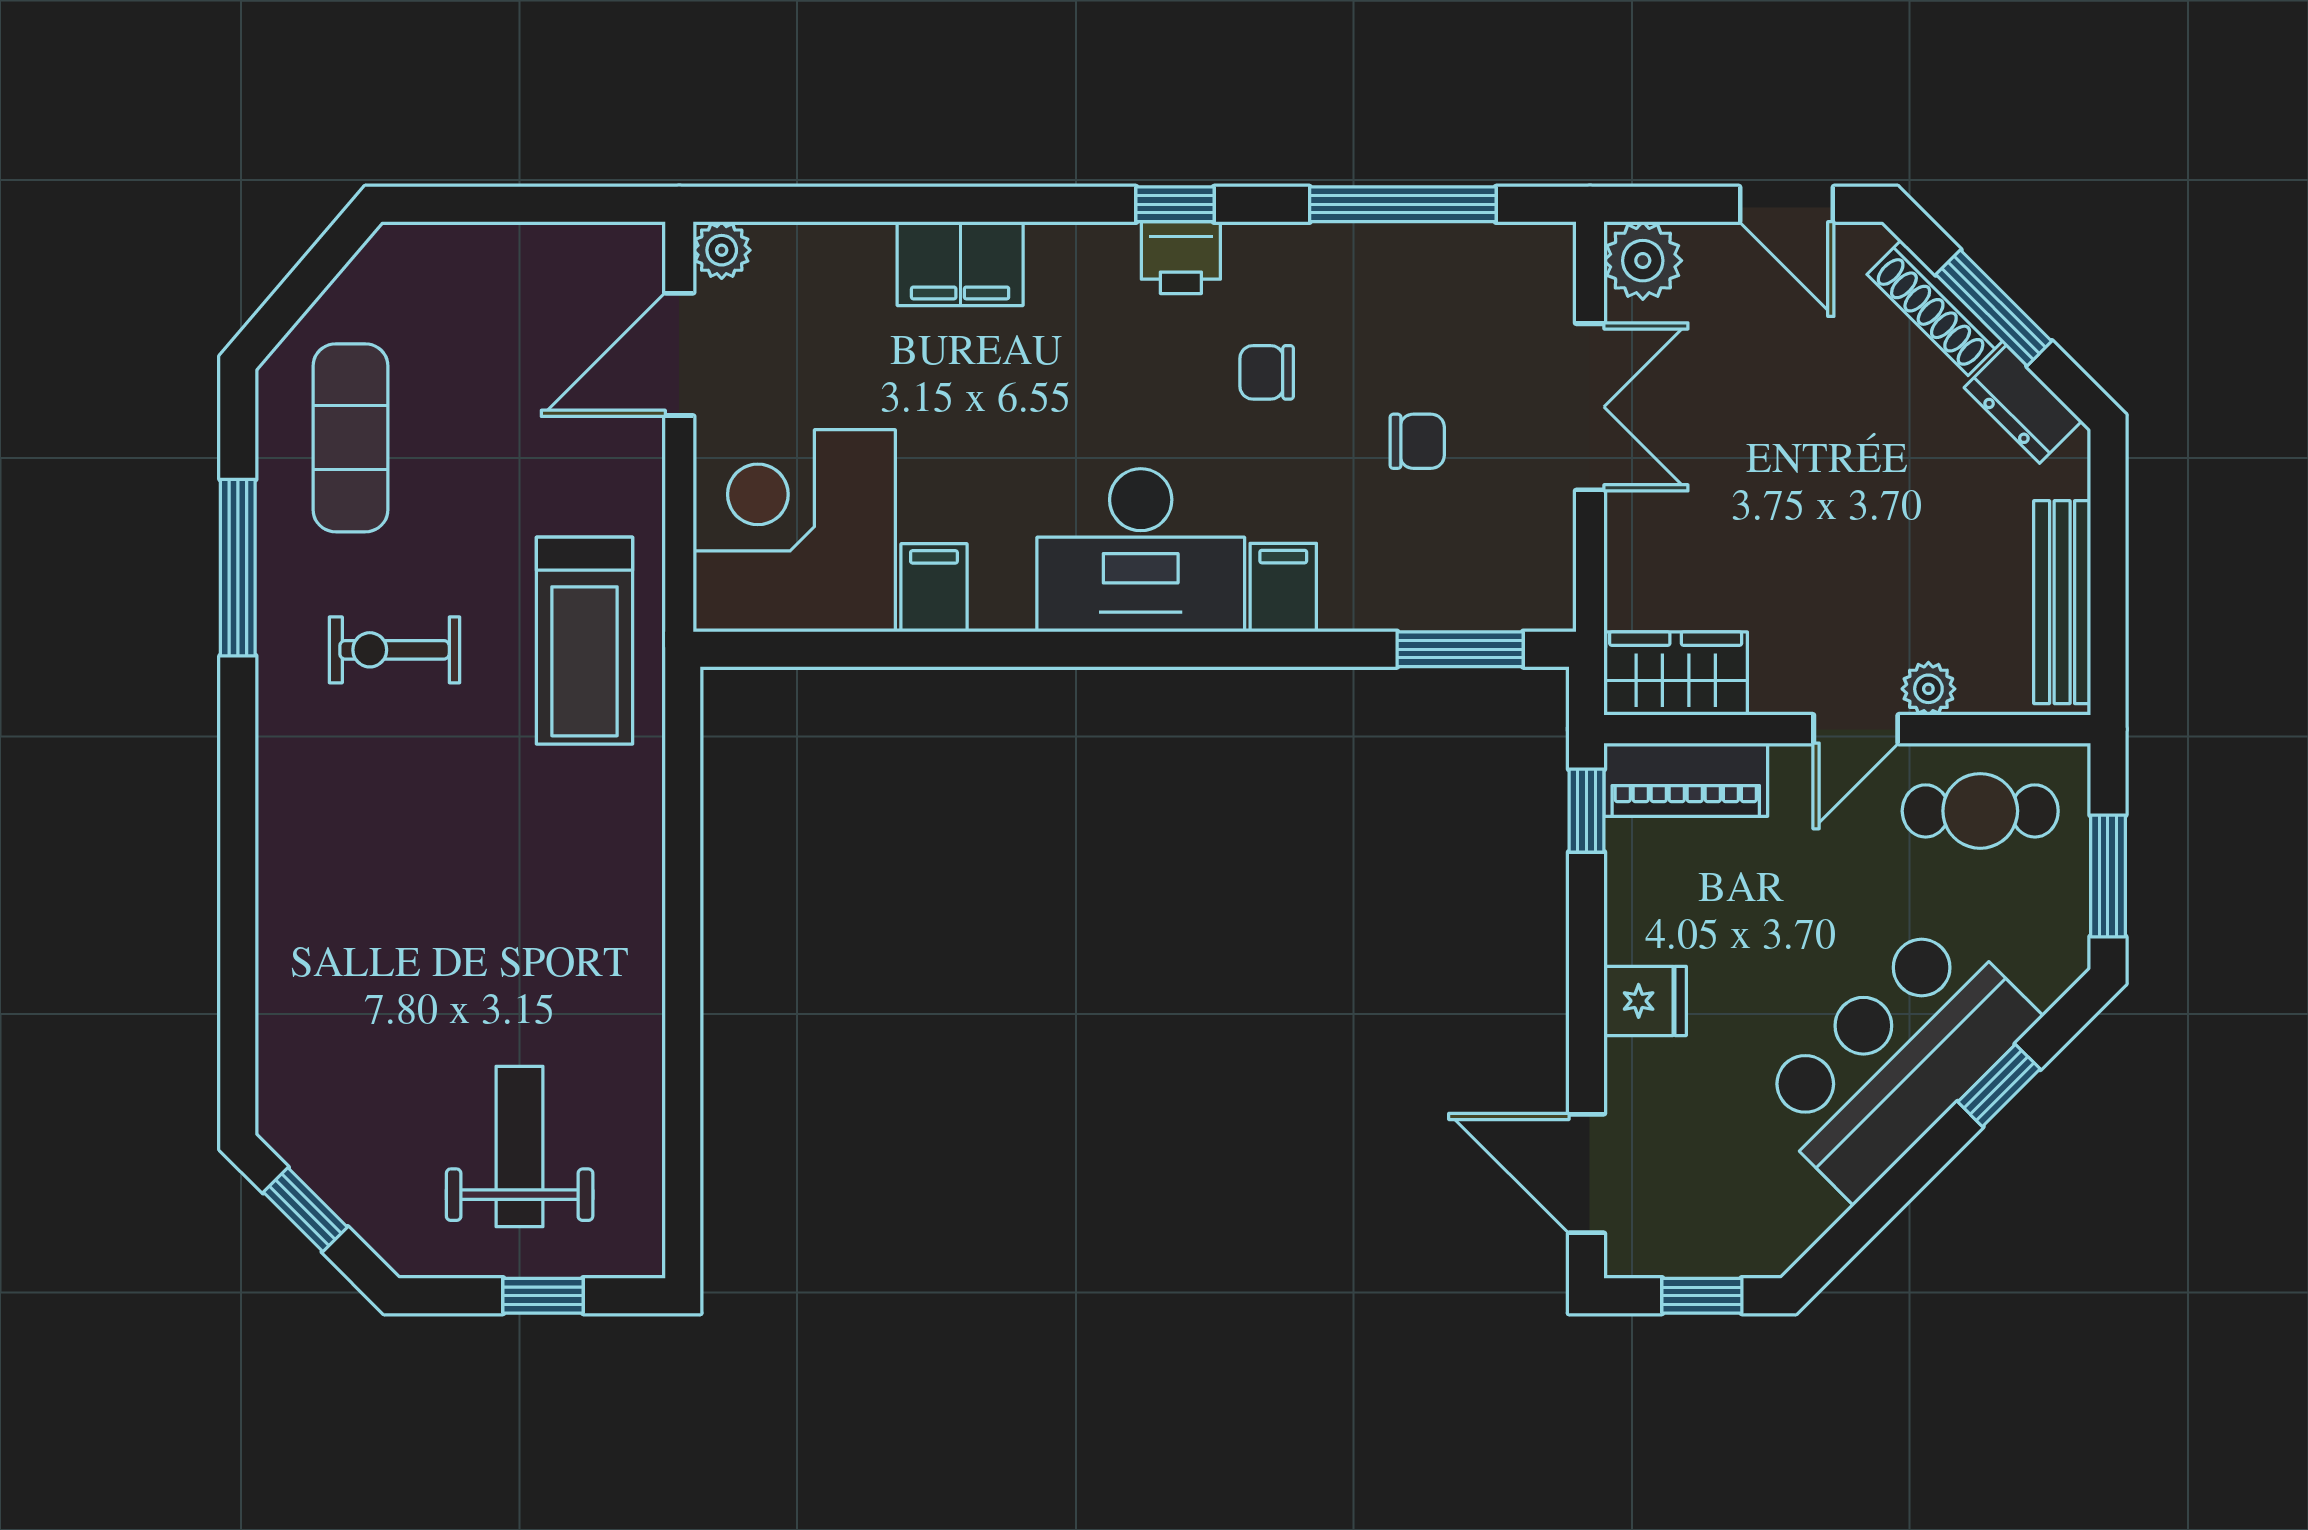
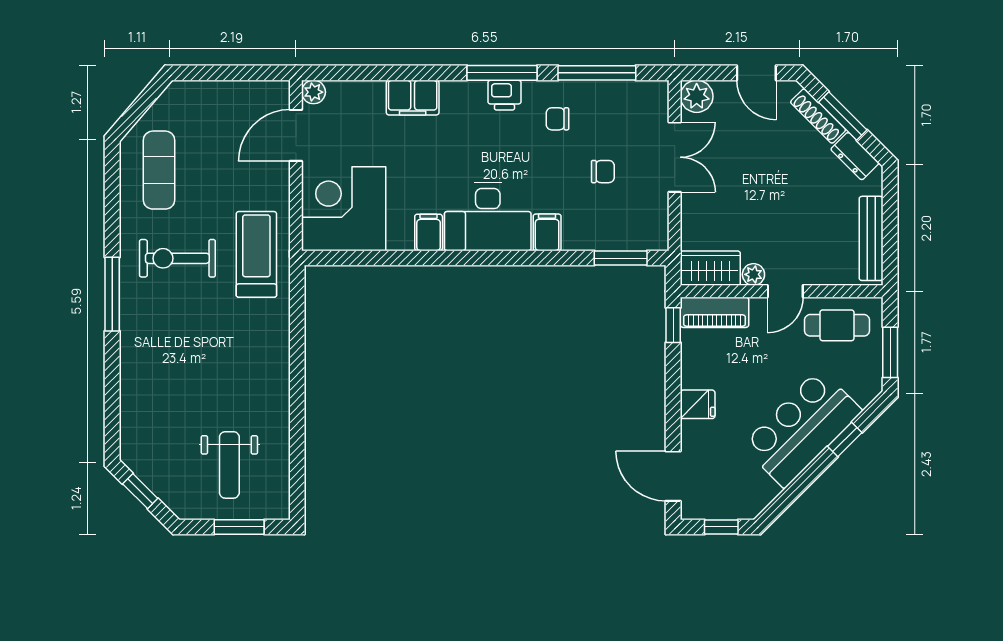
window: (1175, 204) -> (502, 73), width x2.17
chair: (1267, 372) -> (557, 119), moved
window: (238, 568) -> (112, 294), moved
filing cabinet: (934, 588) -> (429, 232), moved
treadmill: (585, 641) -> (256, 254), turned 180
exercise bike: (395, 650) -> (177, 258), width x1.38, depth x1.39
plant: (1928, 689) -> (753, 274), moved
weight bench: (520, 1147) -> (229, 465), turned 180
window: (543, 1296) -> (239, 527), width x1.50

